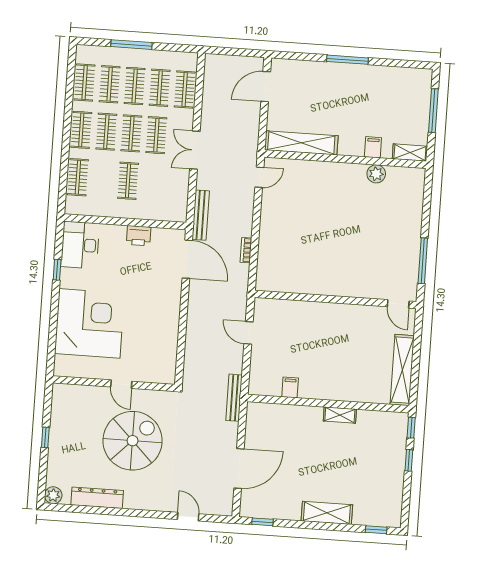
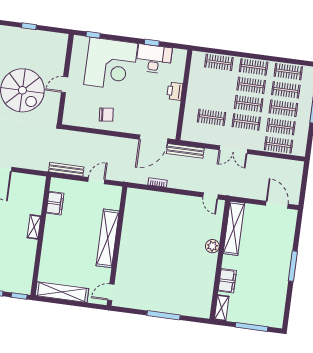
filing cabinet: (373, 147) -> (227, 281), width x2.00
double door: (195, 150) -> (233, 150), swing flipped
plant: (376, 174) -> (212, 246), moved
clothes rail: (128, 181) -> (212, 117), moved
printer: (139, 236) -> (175, 91), moved
desk: (80, 245) -> (154, 59), moved
window: (423, 261) -> (164, 315), moved
shelving: (326, 313) -> (108, 238), added
chair: (158, 325) -> (106, 115), added
window: (51, 350) -> (93, 35), added
filing cabinet: (290, 388) -> (55, 203), width x2.00
bench: (234, 398) -> (66, 169), moved
shelving: (340, 415) -> (34, 227), moved

